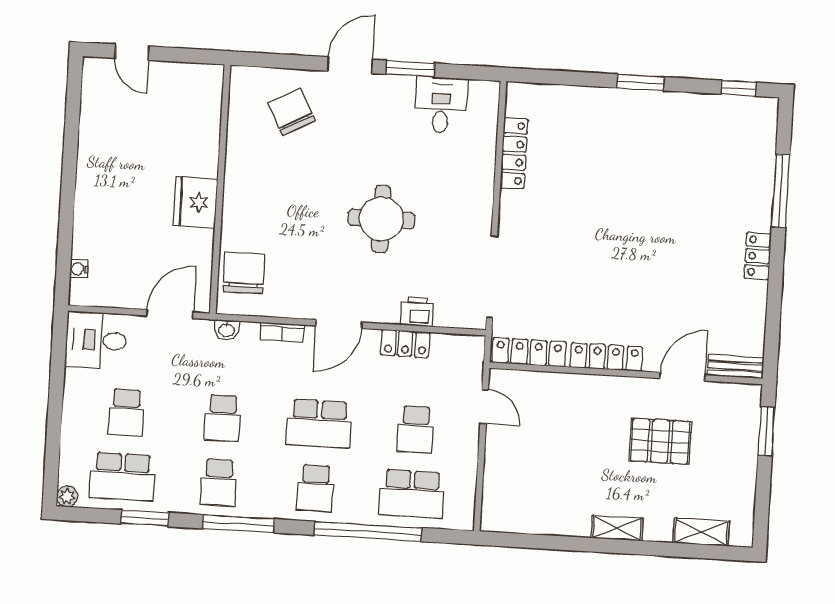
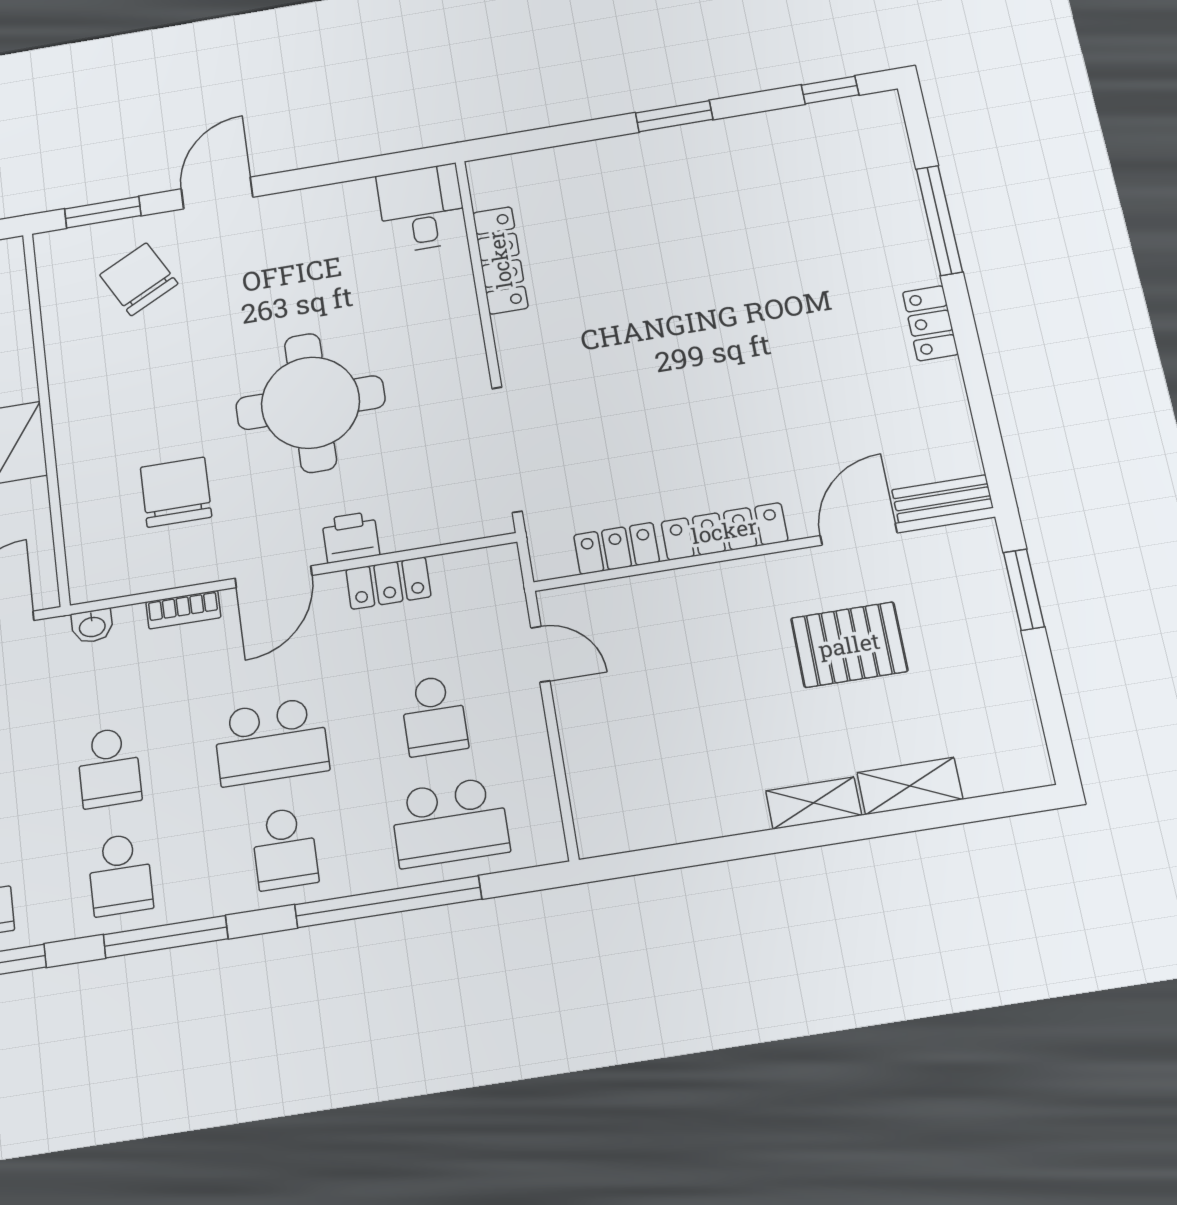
window: (410, 69) -> (103, 212), moved
desk: (441, 105) -> (422, 208), moved
round table: (381, 219) -> (310, 403), width x1.36, depth x1.36
chair: (244, 273) -> (176, 492), moved
printer: (417, 312) -> (351, 537), moved
locker: (529, 352) -> (617, 548), width x0.66
shelving: (701, 532) -> (910, 786), moved

